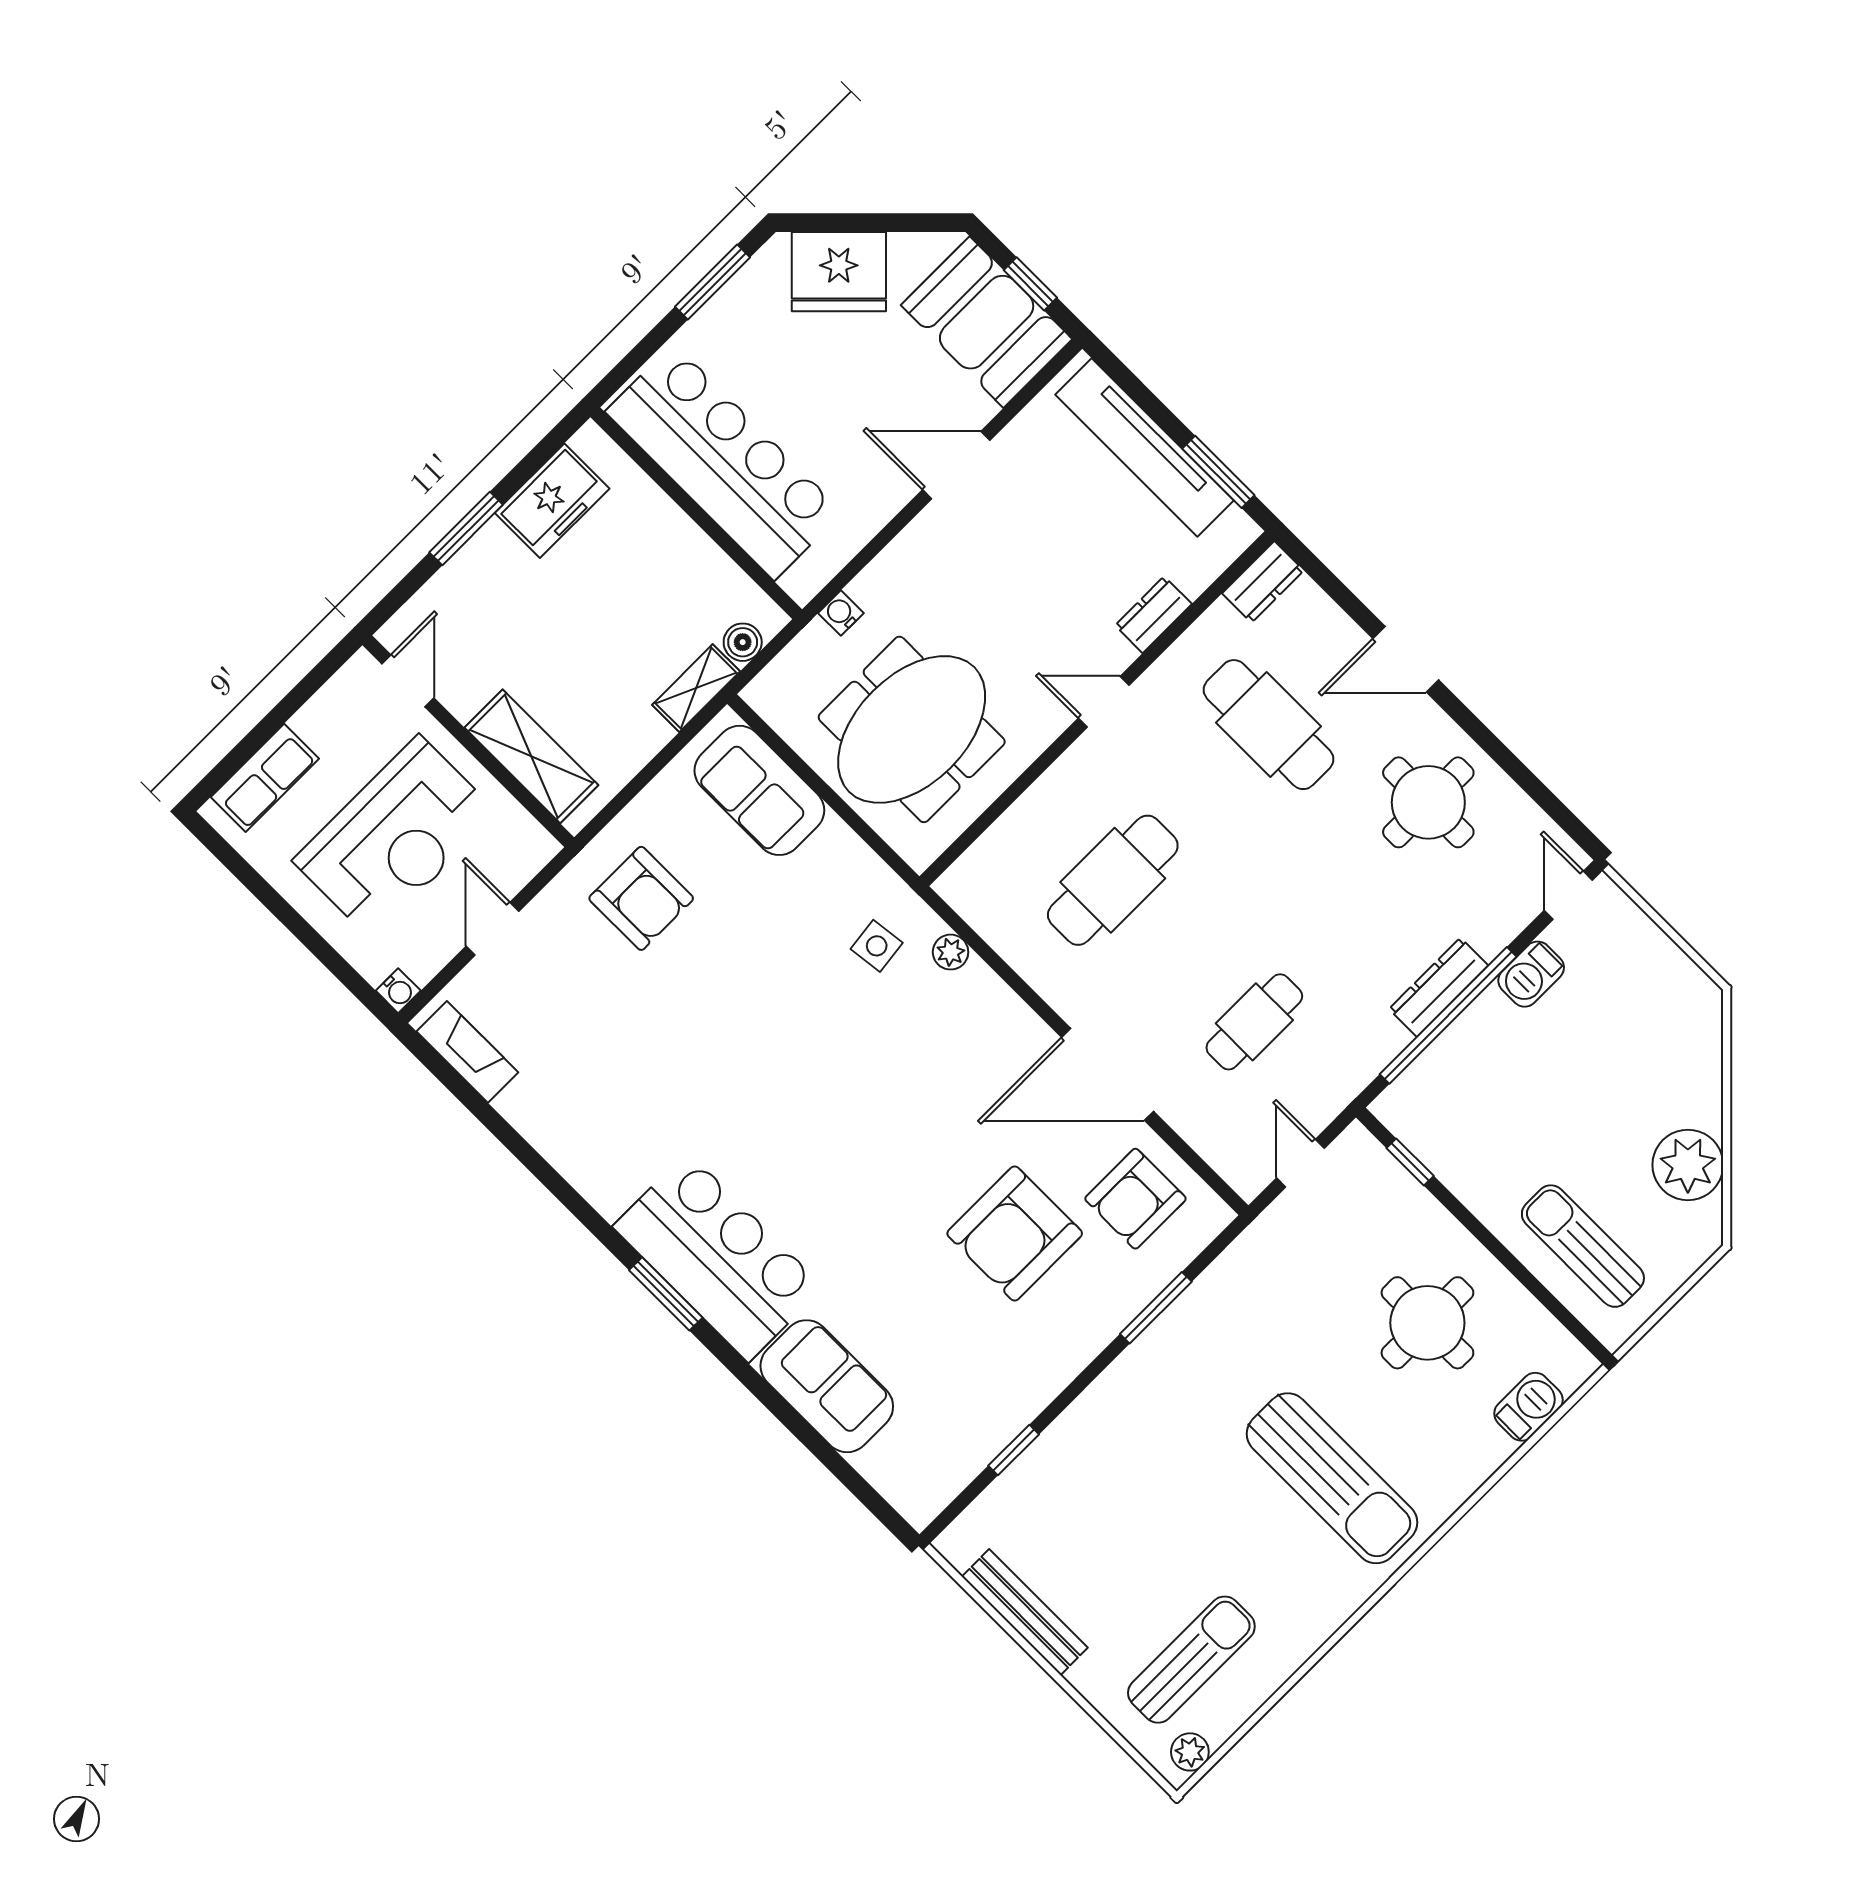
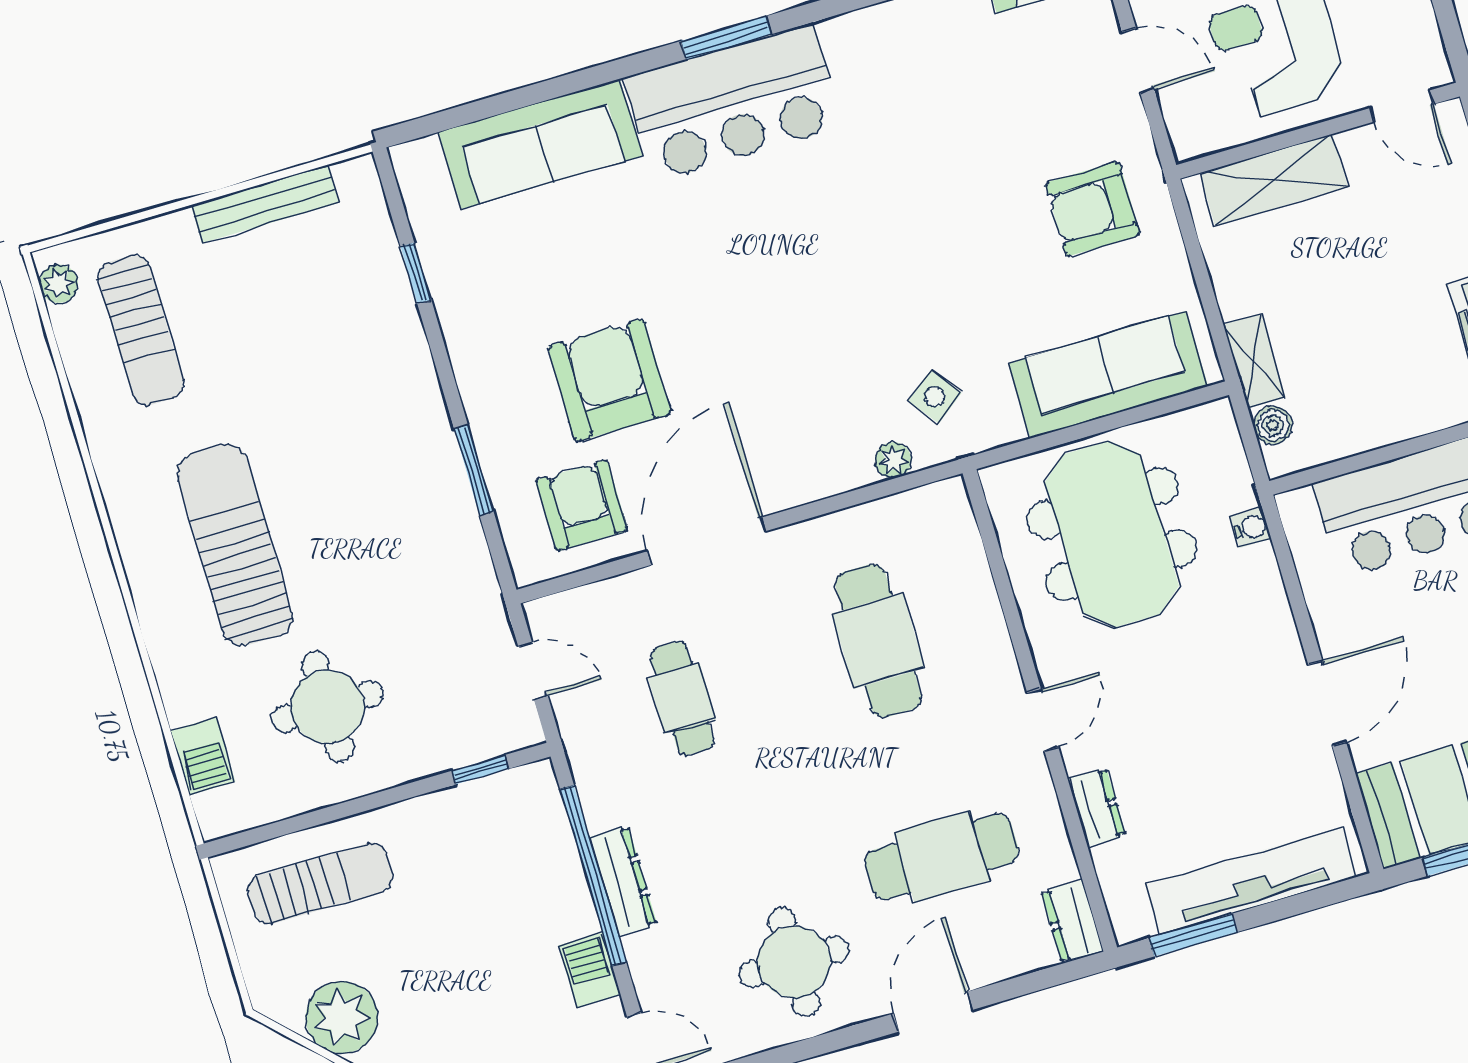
sofa: (759, 790) -> (1108, 375), width x1.36
side table: (877, 946) -> (935, 397), turned -30
sofa: (827, 1386) -> (540, 144), width x1.36
sun lounger: (1332, 1478) -> (235, 545), turned 90

